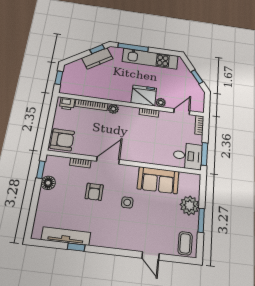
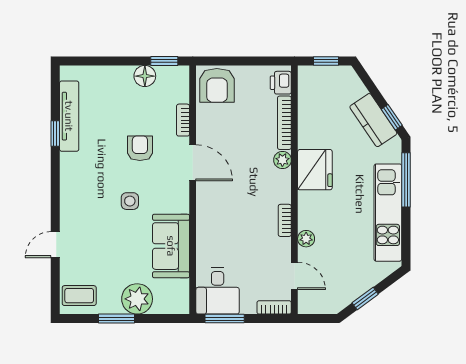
fridge: (144, 95) -> (315, 170), moved
armchair: (94, 192) -> (140, 148), turned 90

